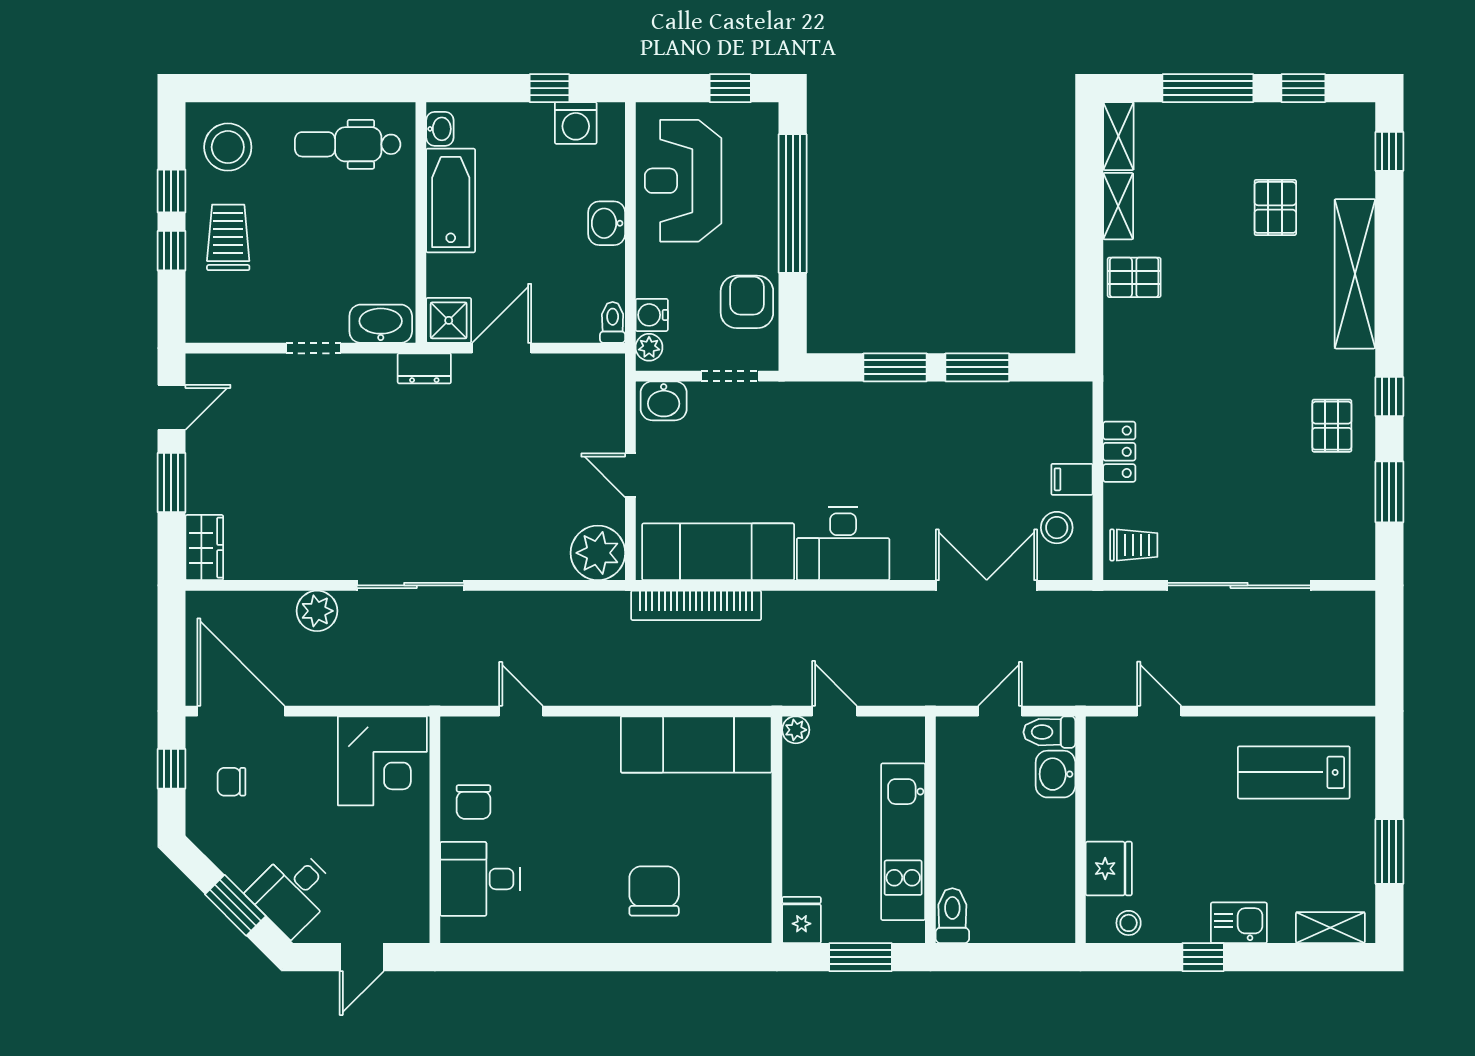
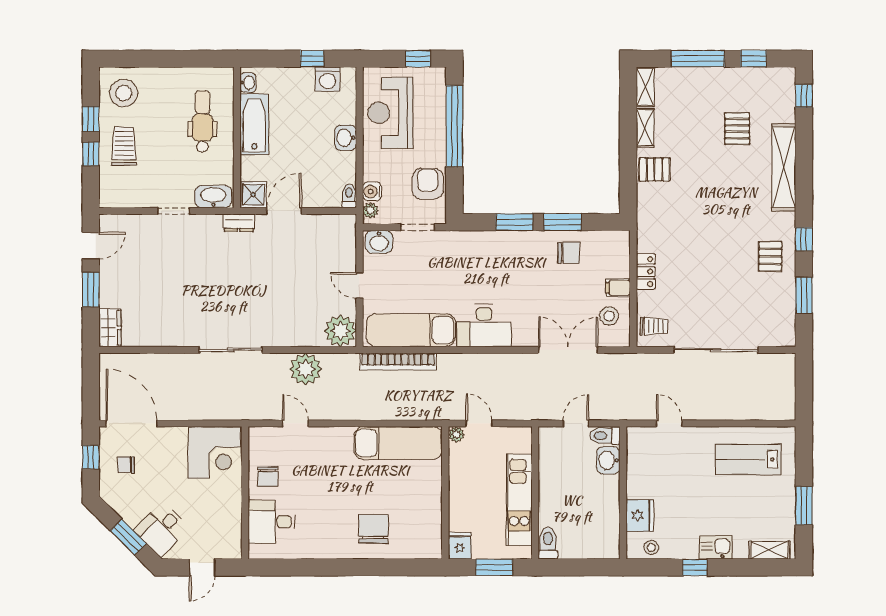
dental chair: (348, 144) -> (203, 121), moved, turned 90
chair: (988, 420) -> (569, 253), added
plant: (317, 611) -> (306, 369), moved, width x1.36, depth x1.36

